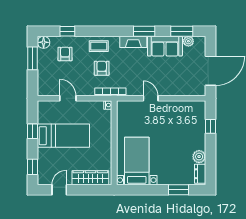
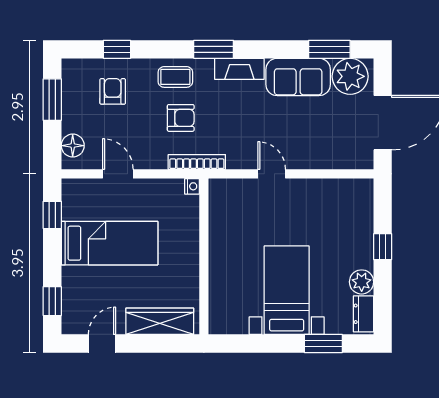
window: (144, 31) -> (214, 49), moved
plant: (188, 41) -> (350, 76), width x1.88, depth x1.88
floor lamp: (44, 42) -> (73, 146), moved
armchair: (102, 68) -> (181, 118), turned 90
window: (210, 126) -> (383, 247), moved
window: (32, 131) -> (52, 215), moved
bed with nightstands: (137, 161) -> (287, 290), moved

